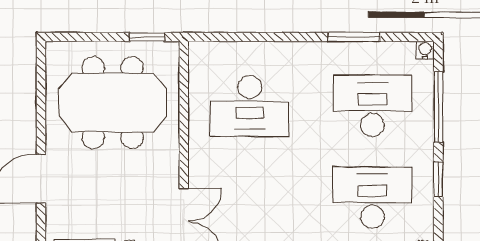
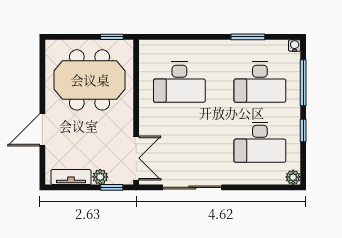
desk: (372, 106) -> (260, 82), turned 180
desk: (372, 198) -> (260, 142), turned 180

